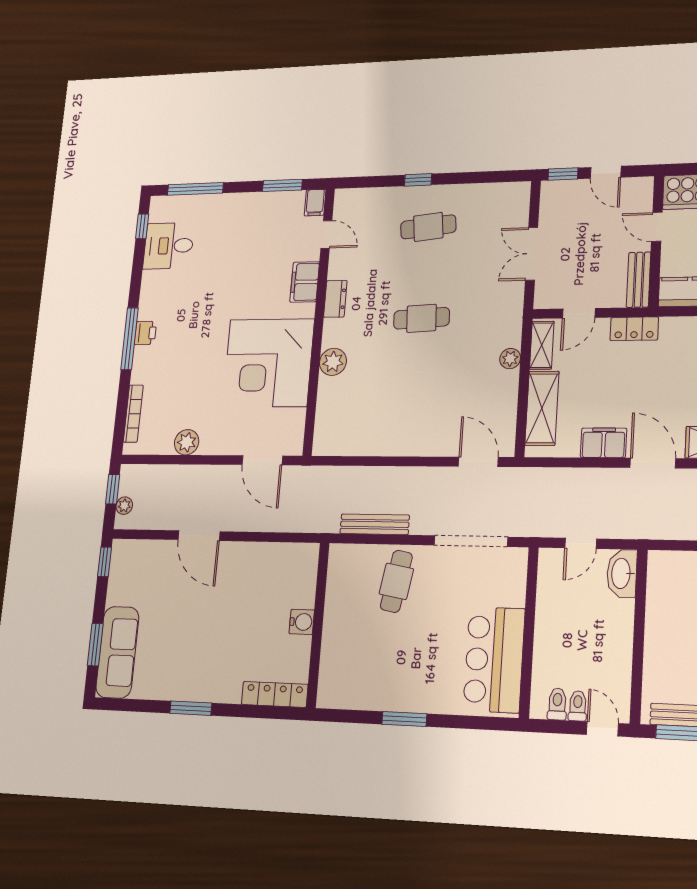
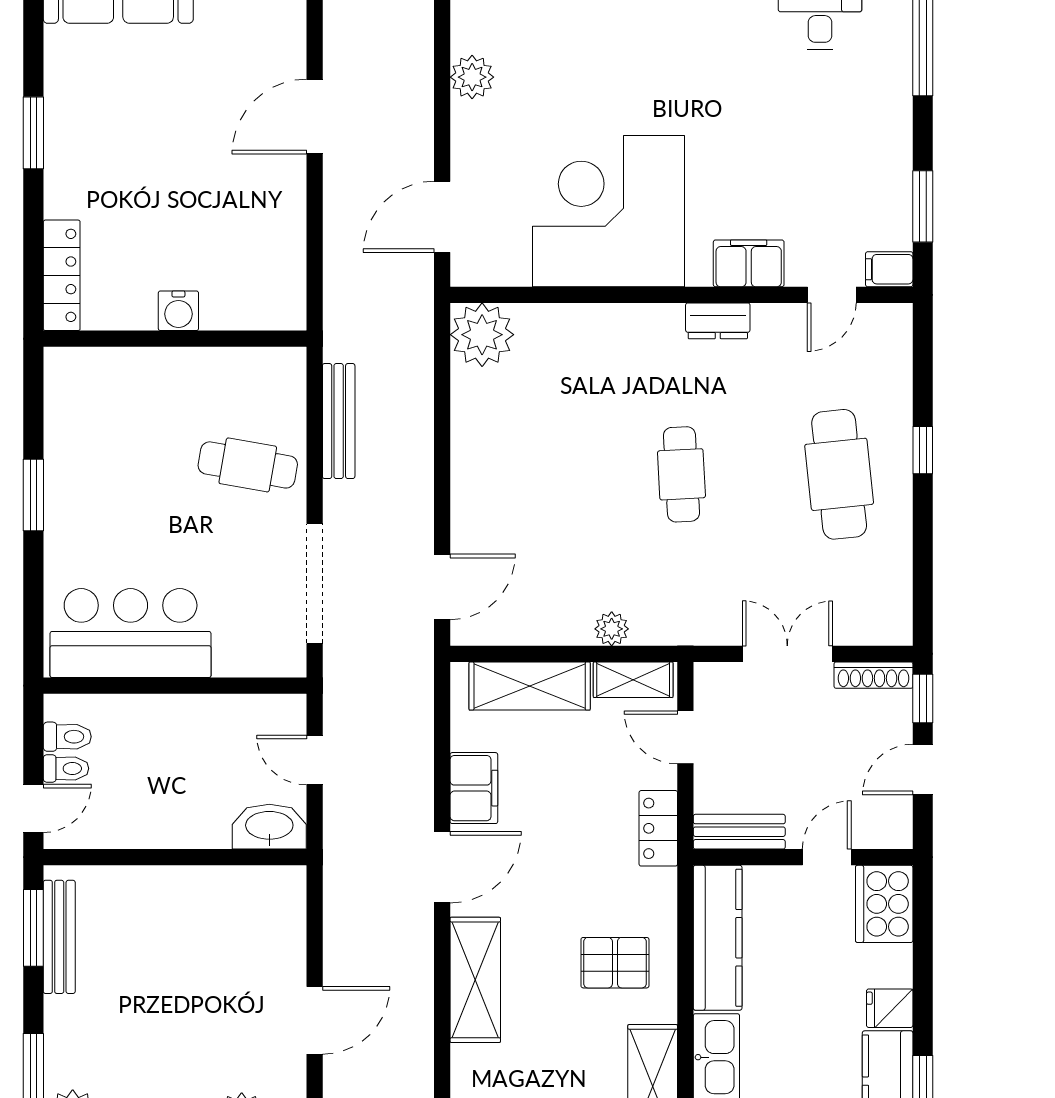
shoe rack: (547, 203) -> (873, 675), added
cafe table: (428, 227) -> (839, 474), width x1.37, depth x1.35
plant: (333, 362) -> (482, 335), moved, width x1.36, depth x1.36

